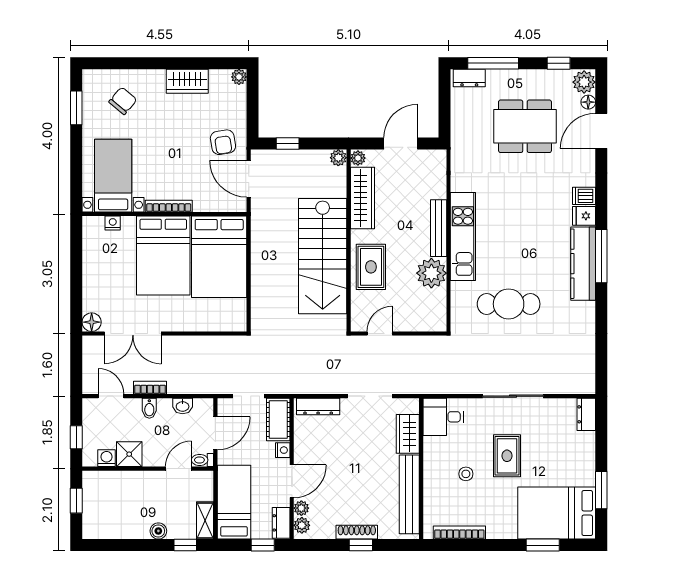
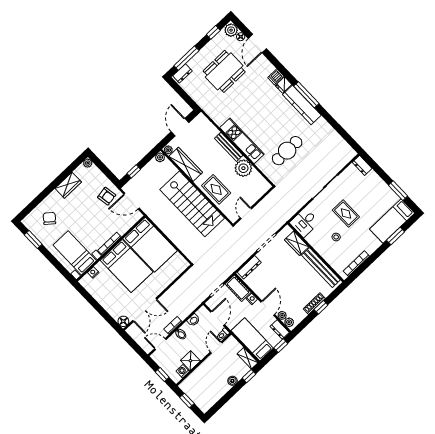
bed: (557, 513) -> (392, 221), width x0.67

